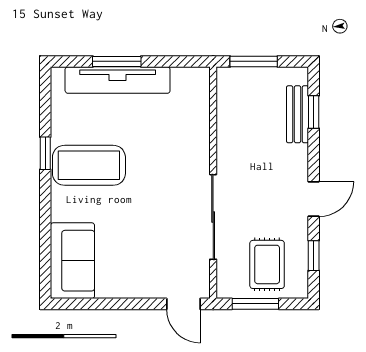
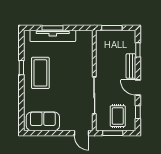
bench: (298, 114) -> (131, 66), moved
coffee table: (89, 165) -> (40, 73), turned 90
door: (314, 199) -> (138, 88), swing flipped
sofa: (72, 261) -> (43, 121), moved, turned -90

